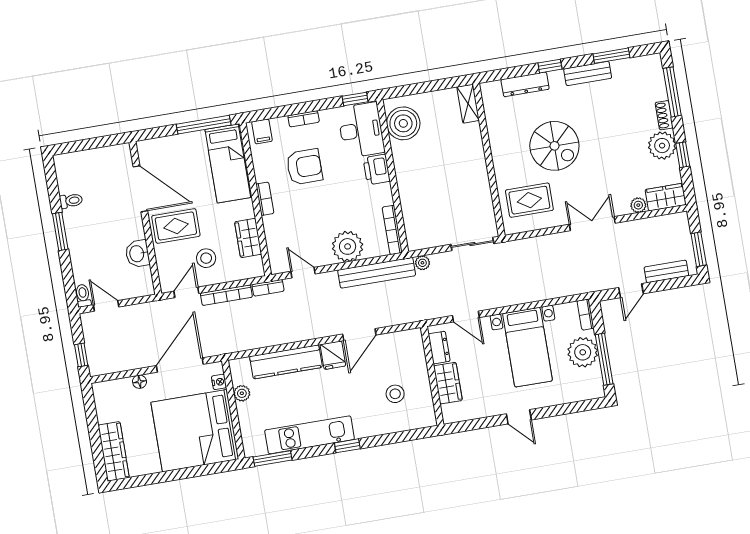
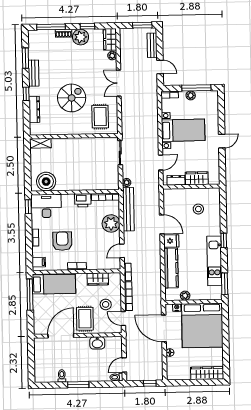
printer: (377, 170) -> (83, 200), moved
plant: (583, 352) -> (191, 95), width x0.53, depth x0.53

